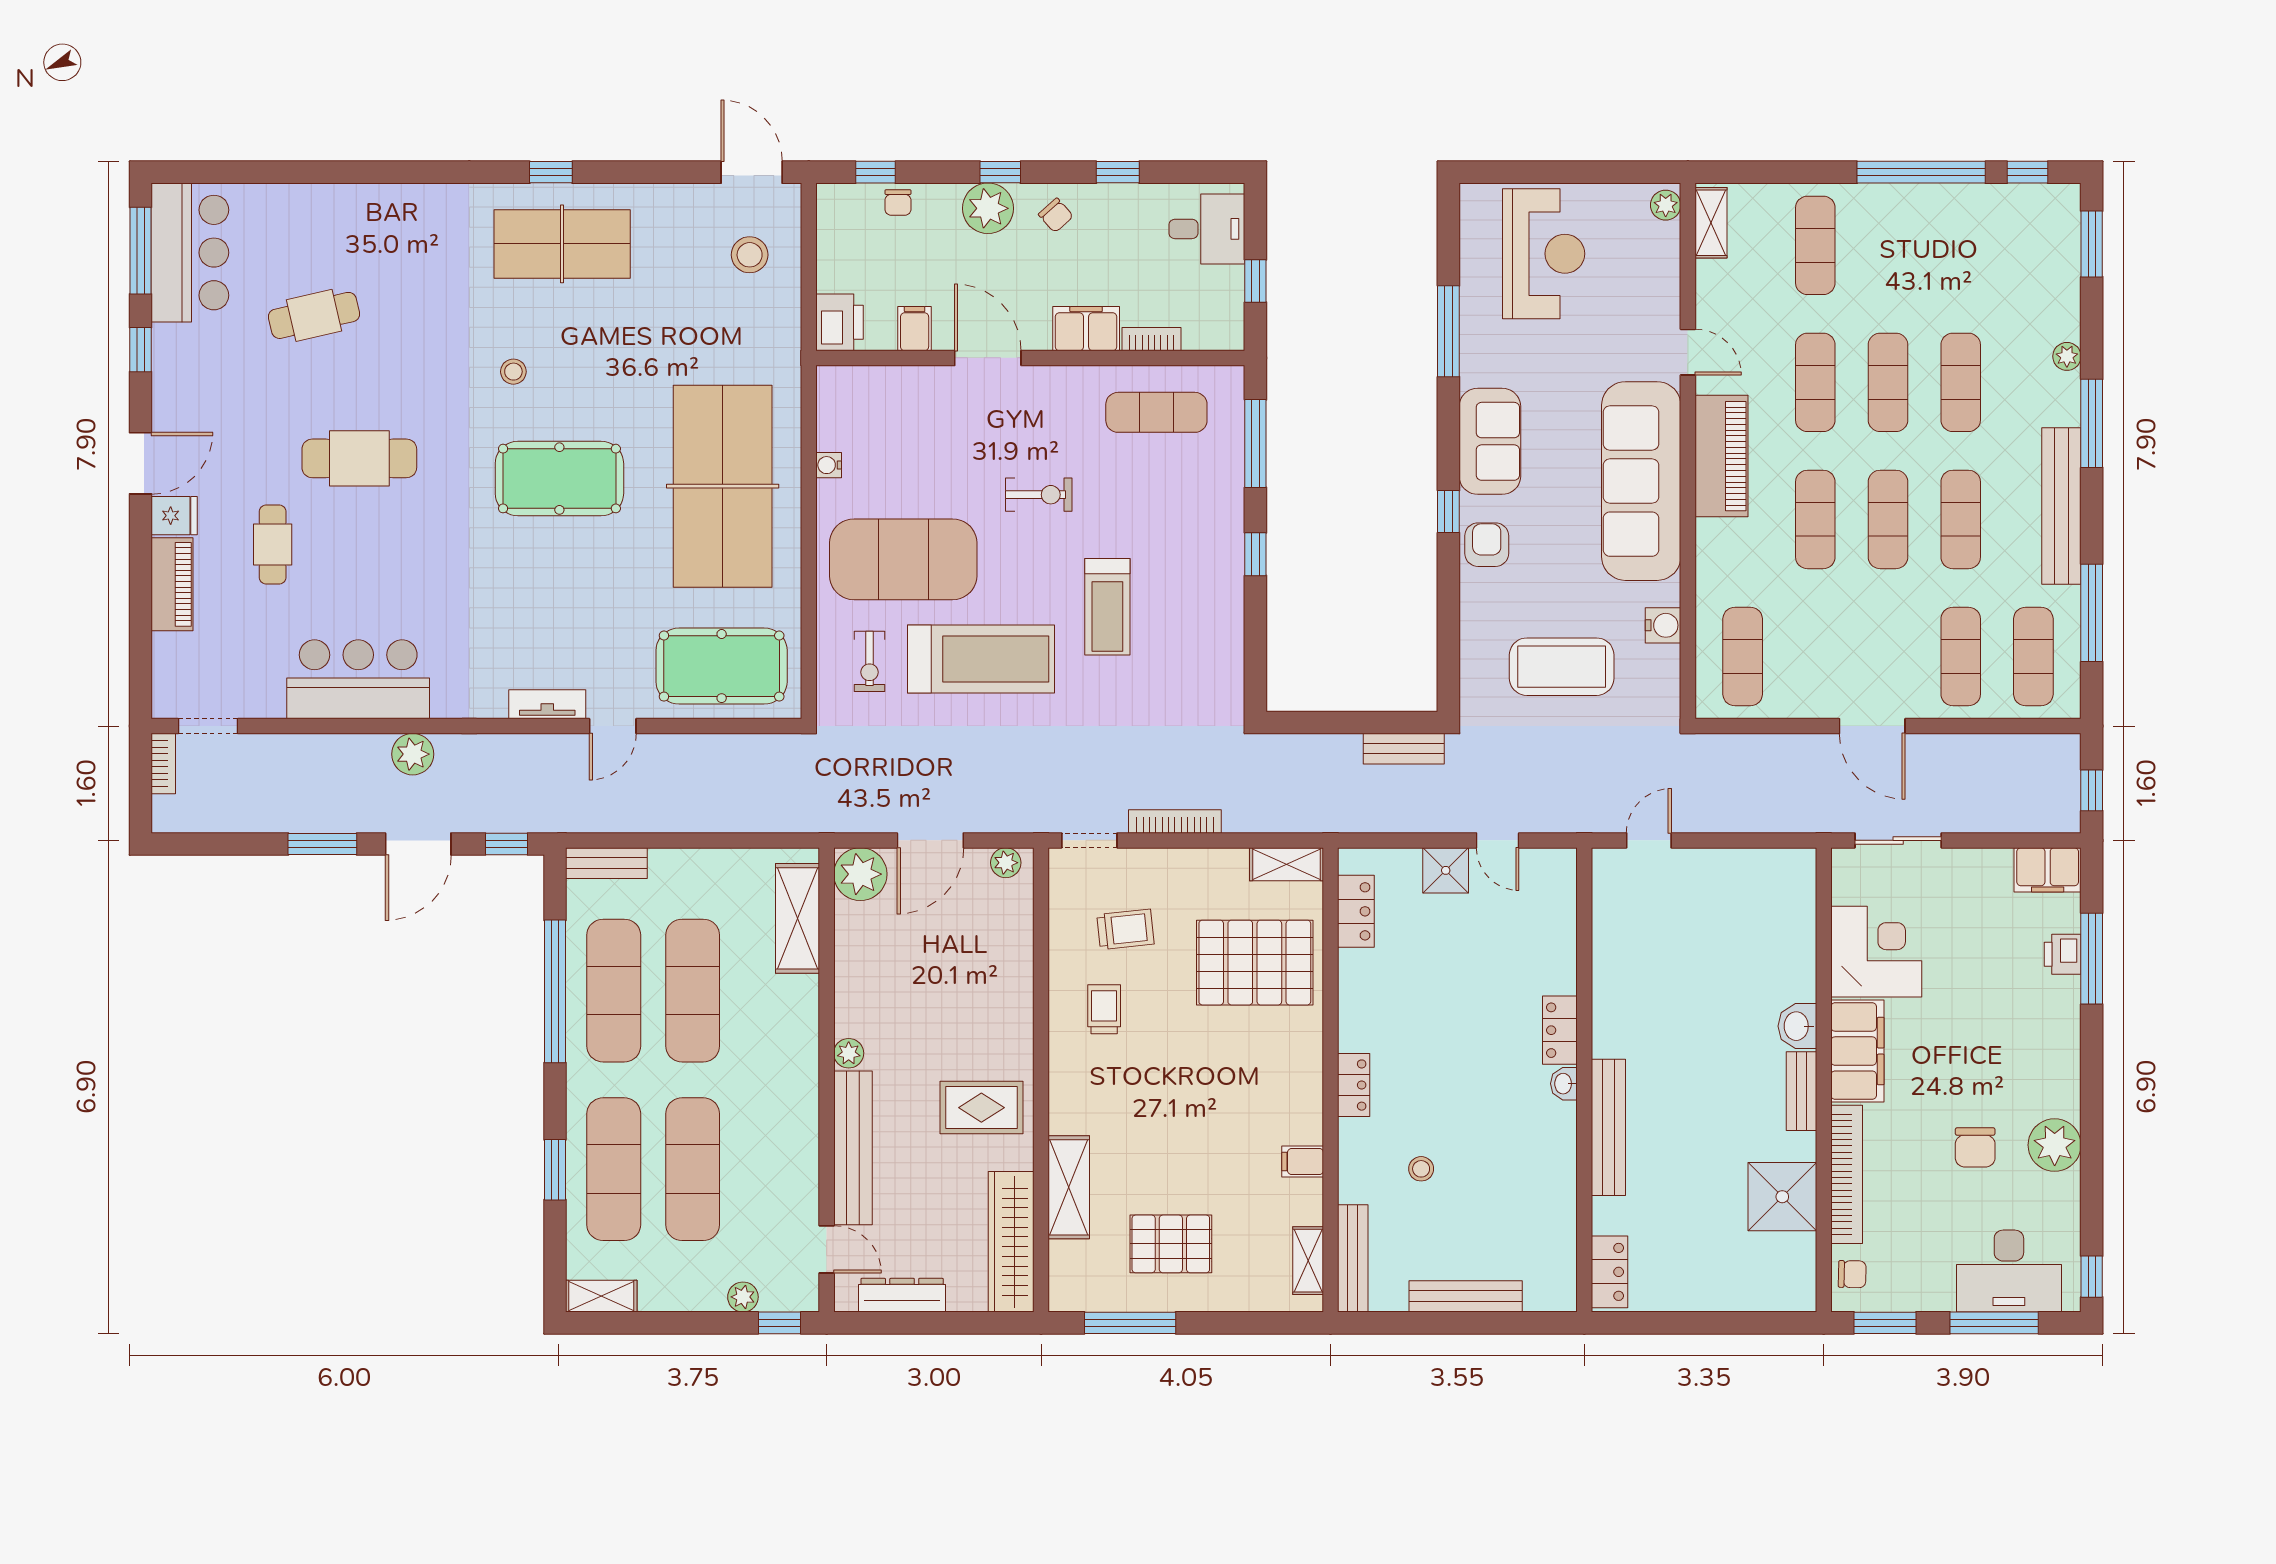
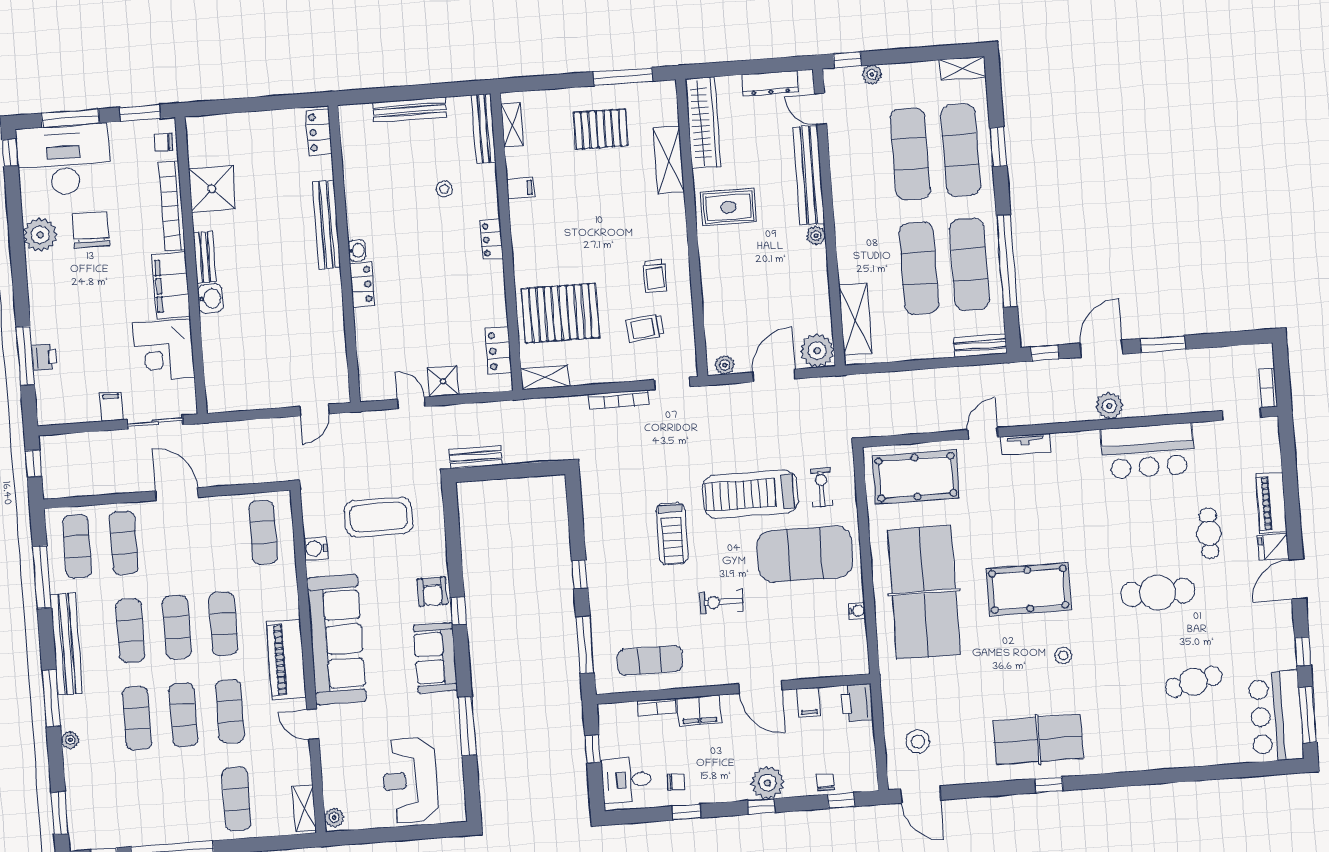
chair: (1056, 215) -> (676, 782), moved, turned 135
treadmill: (1107, 607) -> (672, 534), turned 180
filing cabinet: (2048, 870) -> (111, 406), moved, width x0.50
chair: (1975, 1147) -> (91, 229), width x1.37, depth x1.37
desk: (2009, 1271) -> (64, 160), width x1.36, depth x1.30

